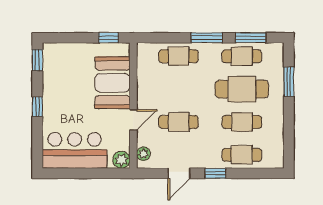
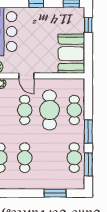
window: (108, 38) -> (88, 25), moved
booth: (112, 83) -> (71, 54), moved, turned 90
cafe table: (242, 89) -> (49, 110), moved

